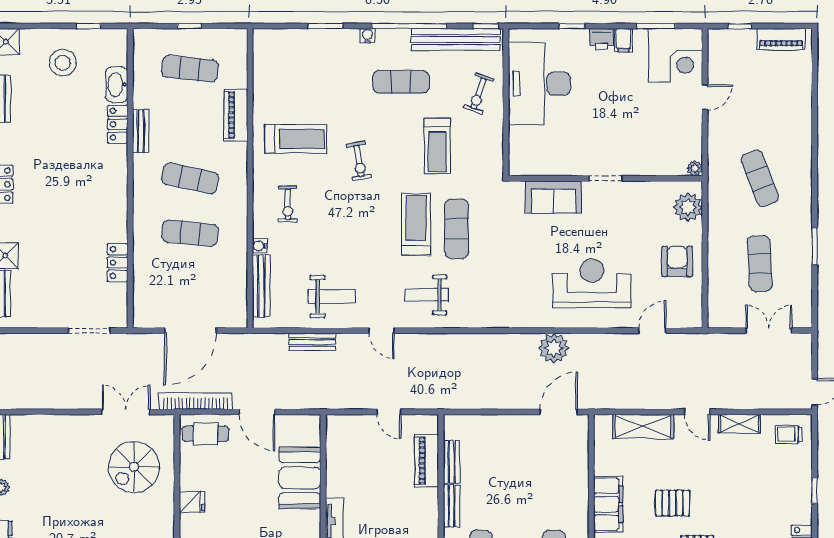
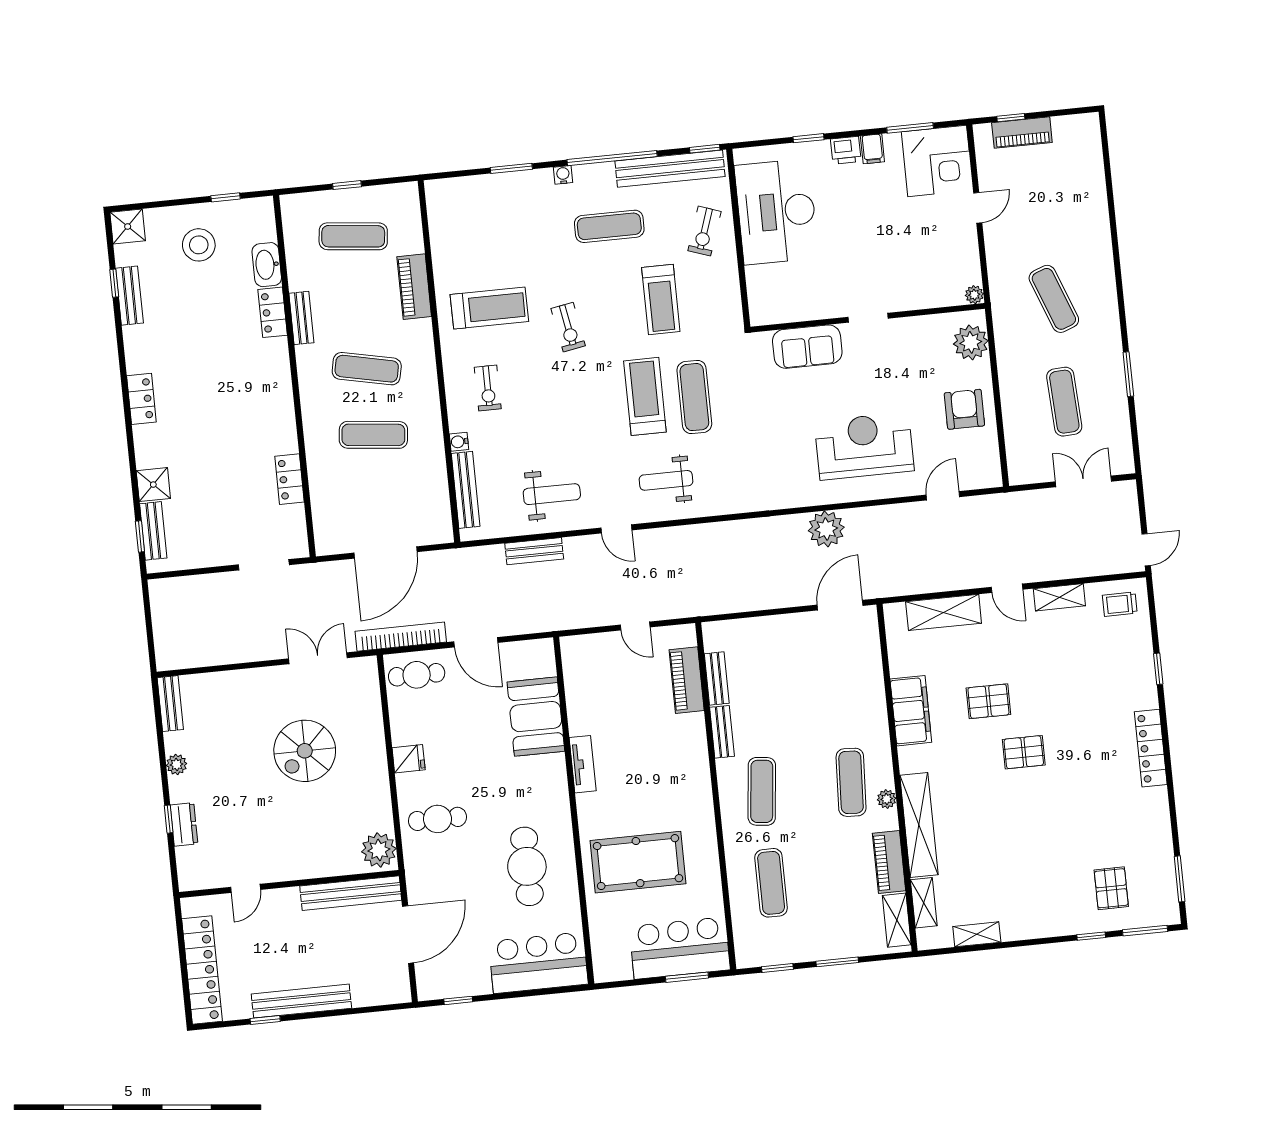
piano: (781, 39) -> (1022, 133), moved
spiral stairs: (134, 467) -> (305, 751), moved

